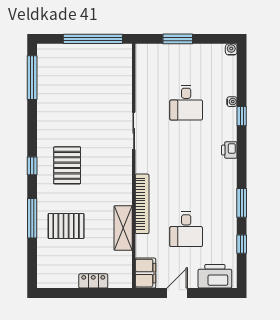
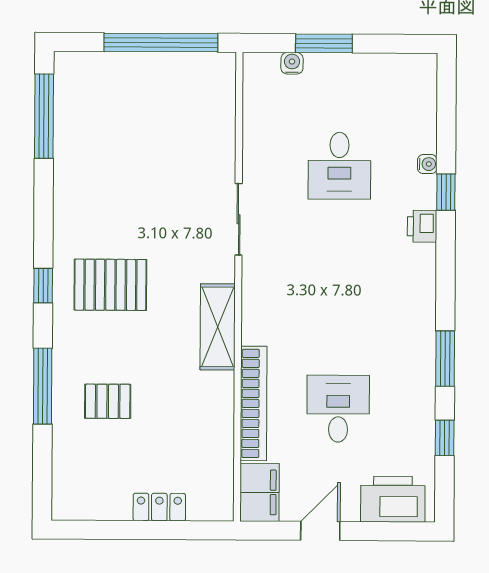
water cooler: (231, 49) -> (292, 63), moved
printer: (229, 150) -> (422, 226), moved
pallet: (67, 165) -> (110, 285), turned 90
bookcase: (142, 204) -> (254, 403), moved
pallet: (66, 226) -> (108, 401), width x0.67, depth x0.71
shelving: (123, 228) -> (218, 327), moved
desk: (186, 229) -> (338, 409), turned 180

